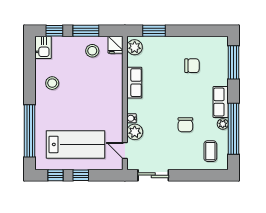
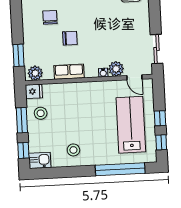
chair: (185, 125) -> (70, 38), moved
door: (125, 151) -> (134, 77), hinge flipped

